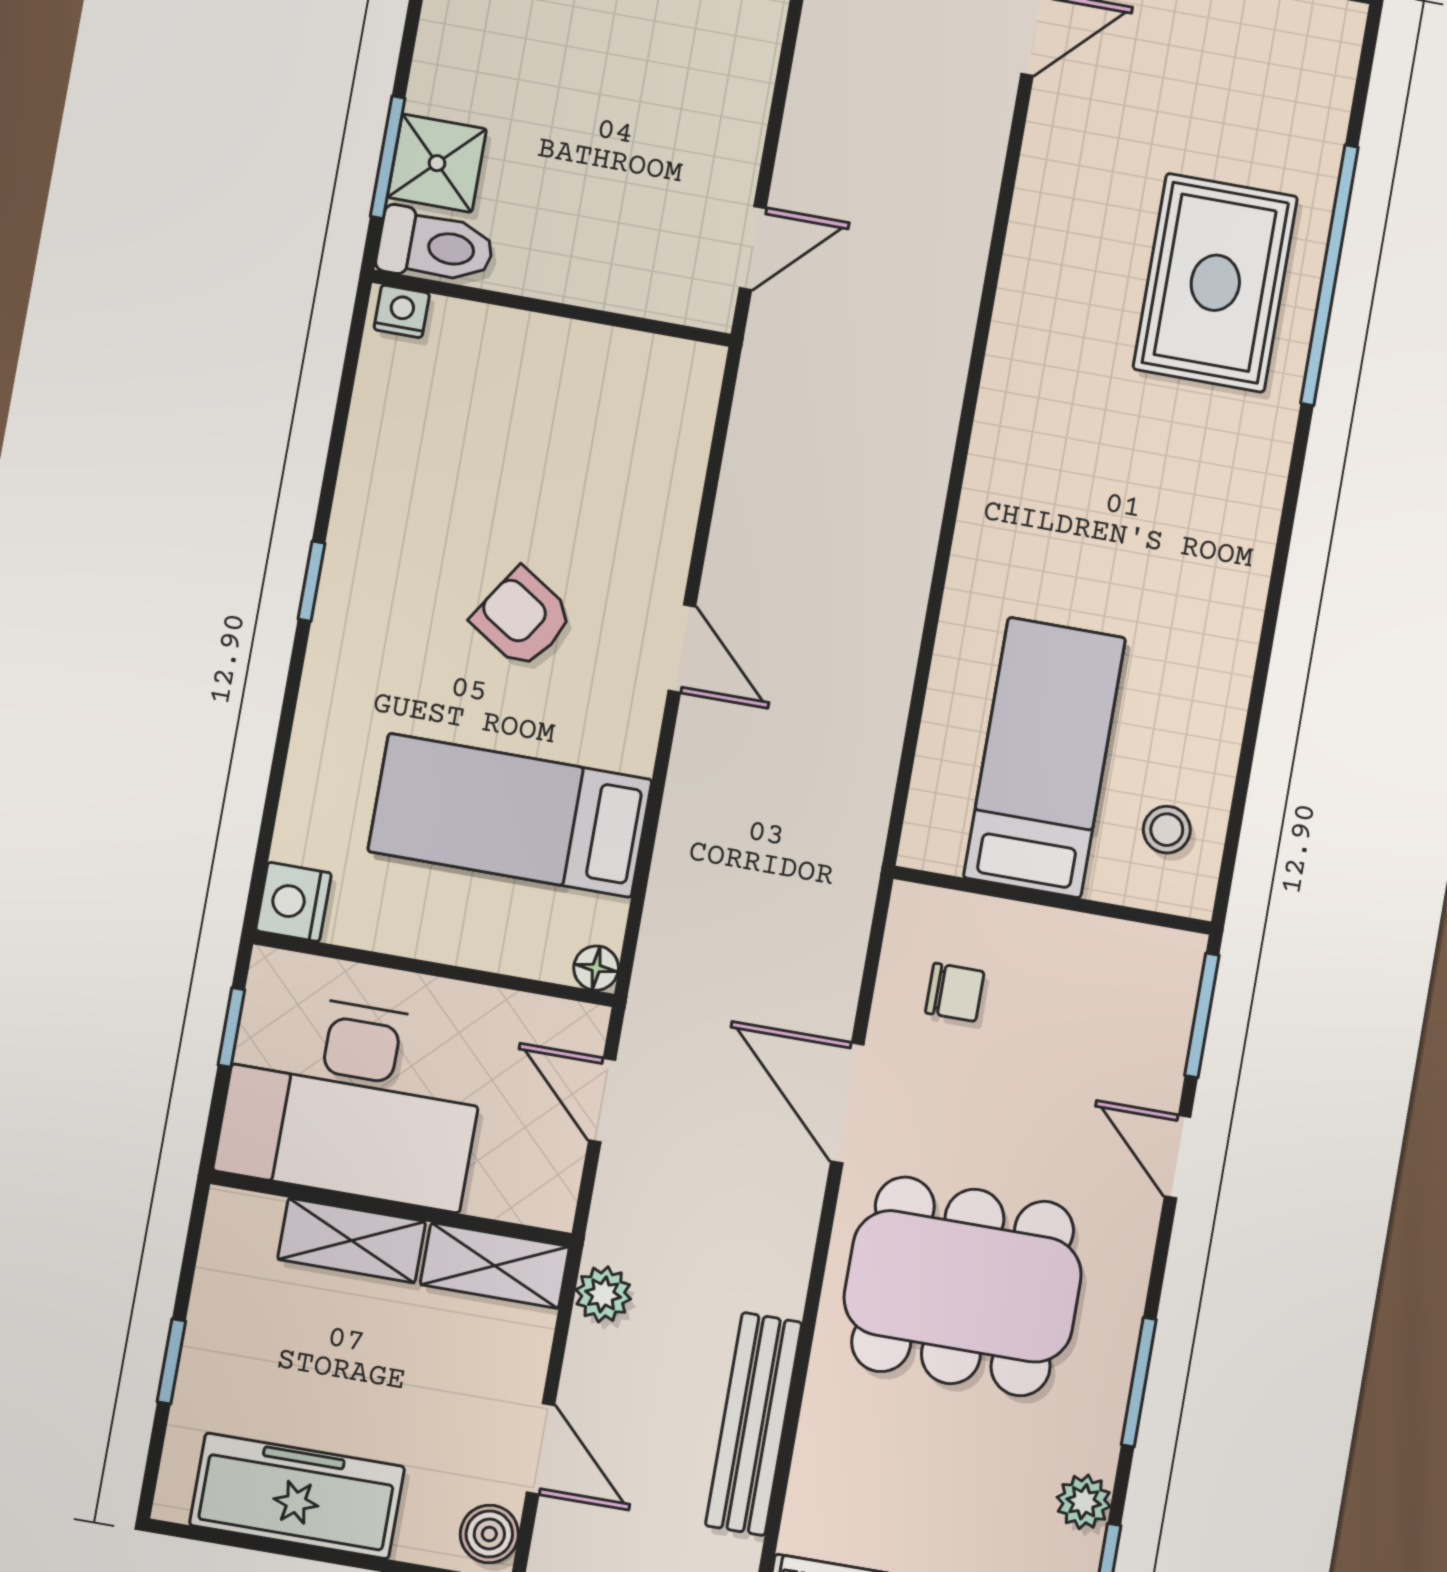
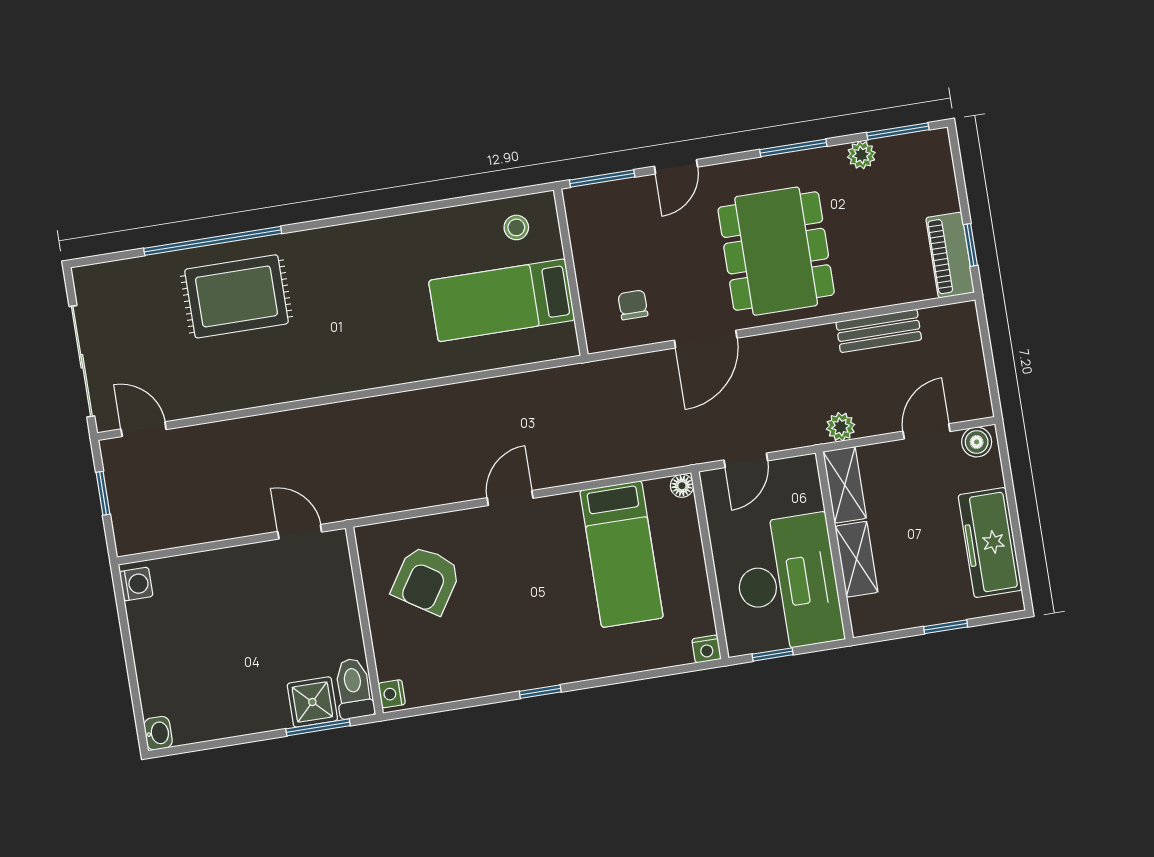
armchair: (522, 618) -> (426, 580), moved, width x1.38, depth x1.38
nightstand: (294, 902) -> (706, 649), width x0.72, depth x0.74
bench: (754, 1424) -> (879, 331), width x0.73

